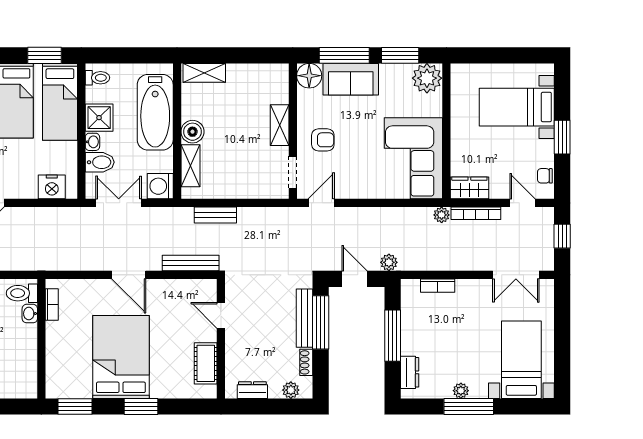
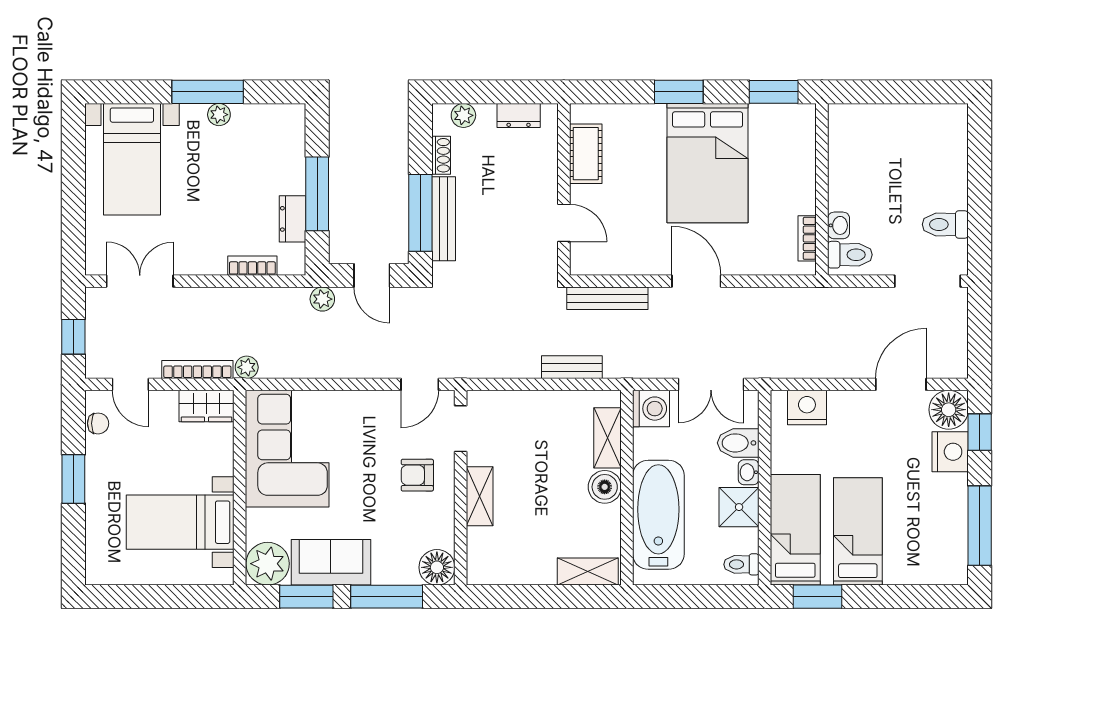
sofa: (351, 79) -> (331, 562), moved
bed with nightstands: (517, 107) -> (180, 522), moved, turned 180
dresser: (410, 372) -> (293, 219), moved

